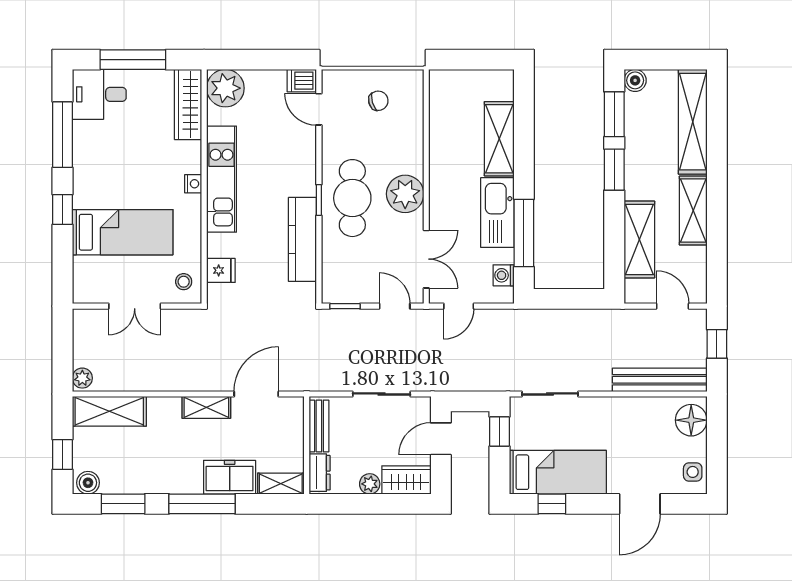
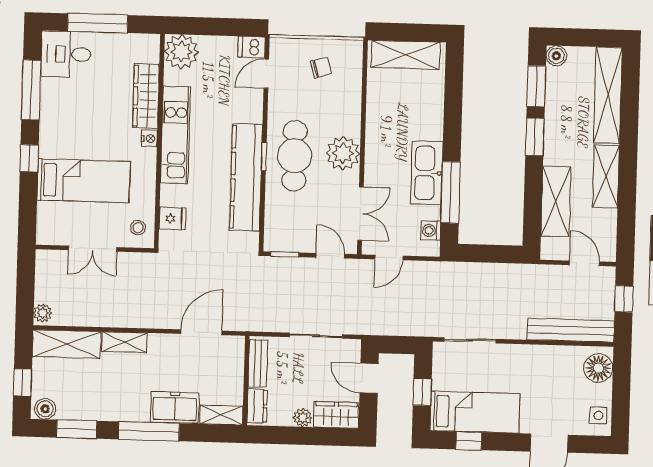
wardrobe: (188, 104) -> (146, 96), moved
door: (319, 109) -> (266, 74), hinge flipped
shelving: (499, 139) -> (406, 55), moved, turned 90
kitchen counter: (302, 239) -> (246, 177), width x1.39, depth x1.17
shelving: (206, 407) -> (124, 342), moved
window: (499, 431) -> (422, 392), moved
door: (441, 439) -> (369, 378), hinge flipped

